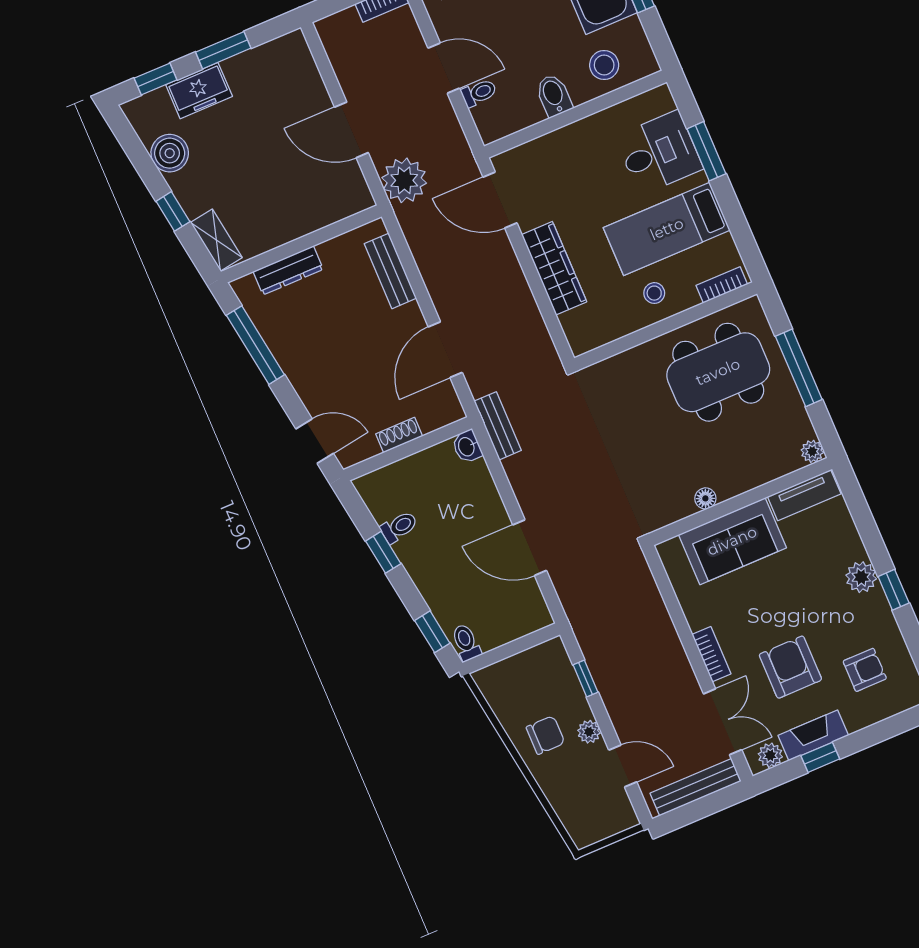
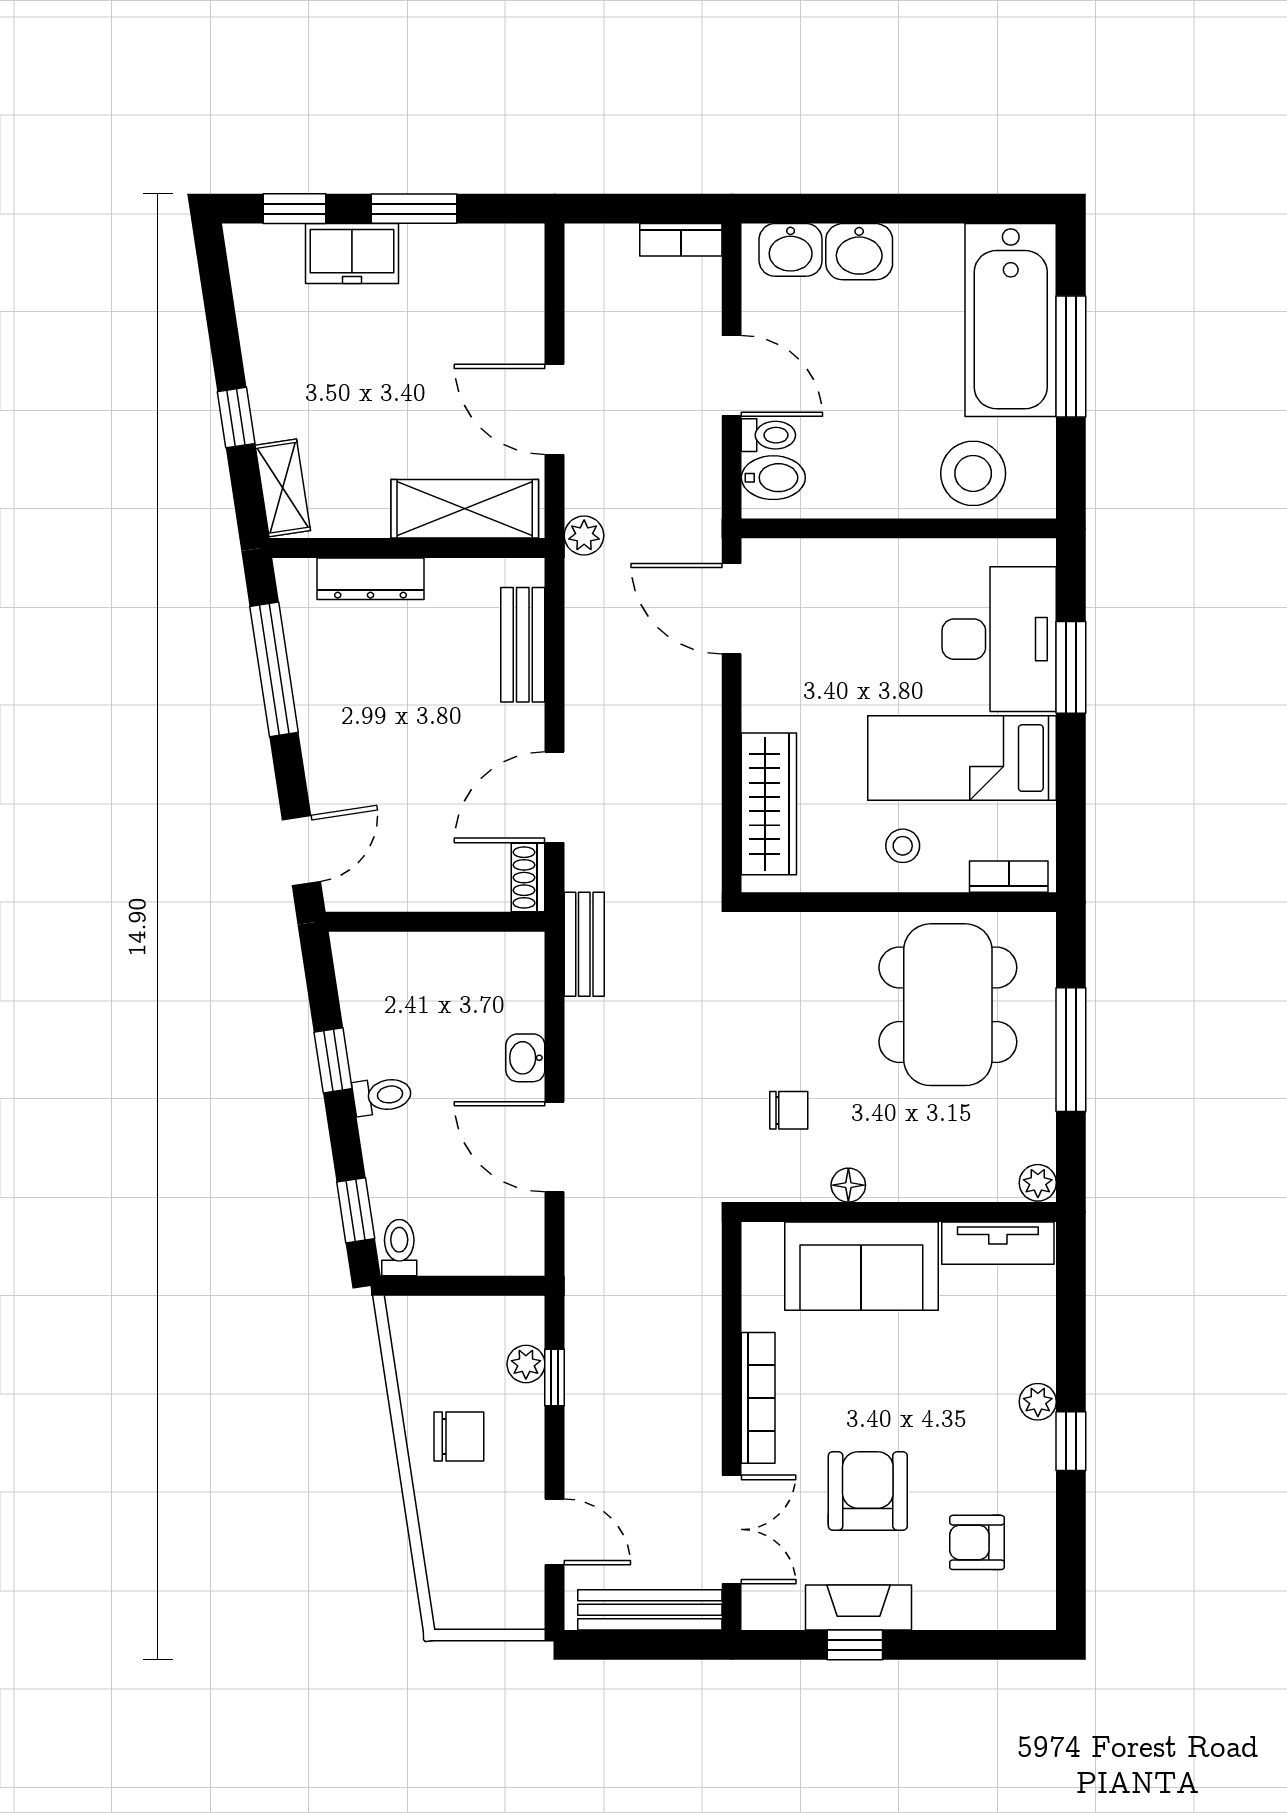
stool: (604, 65) -> (973, 473), width x1.38, depth x1.38
bidet: (554, 95) -> (773, 478), moved, turned 90
boiler: (170, 153) -> (268, 328), removed
desk: (659, 153) -> (999, 639), width x1.37
plant: (404, 180) -> (584, 536), width x0.53, depth x0.53
shelving: (325, 208) -> (465, 509), added
wardrobe: (554, 268) -> (769, 804), moved
dining table: (718, 372) -> (948, 1005), turned 90
shoe rack: (399, 435) -> (528, 878), moved, turned -90
door: (315, 441) -> (301, 851), hinge flipped
washbasin: (467, 446) -> (525, 1058), moved
chair: (654, 470) -> (789, 1110), added
toilet: (399, 527) -> (382, 1096), moved
plant: (861, 577) -> (1038, 1402), width x0.73, depth x0.73
bookcase: (711, 654) -> (758, 1398), width x1.56
armchair: (865, 670) -> (977, 1542), turned 180
plant: (589, 732) -> (526, 1364), moved
plant: (770, 755) -> (782, 1610), removed

